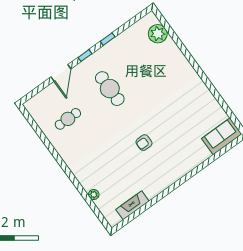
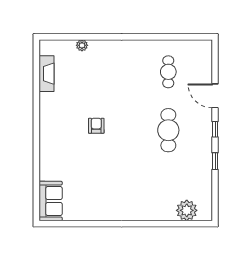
cafe table: (110, 89) -> (168, 130), turned 90

